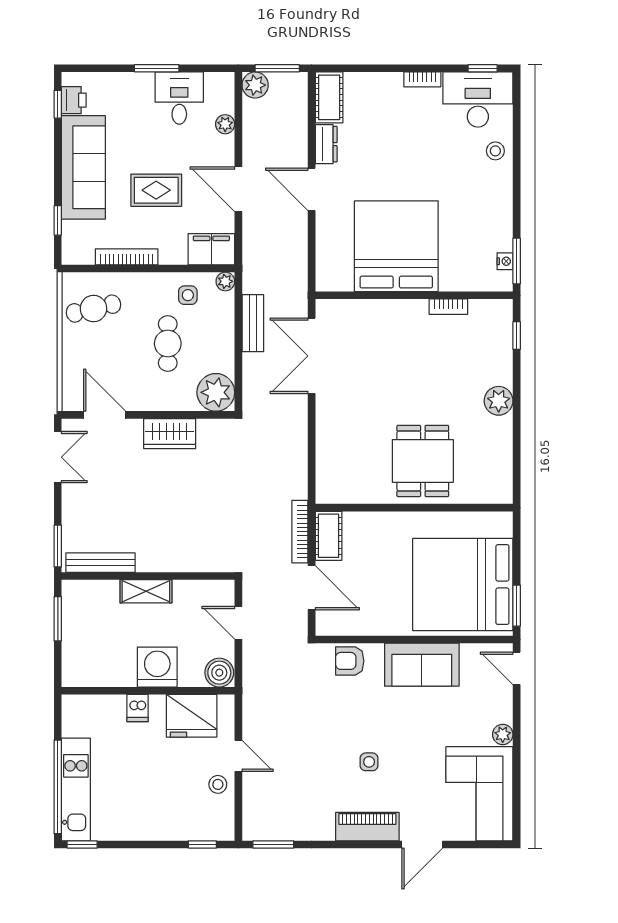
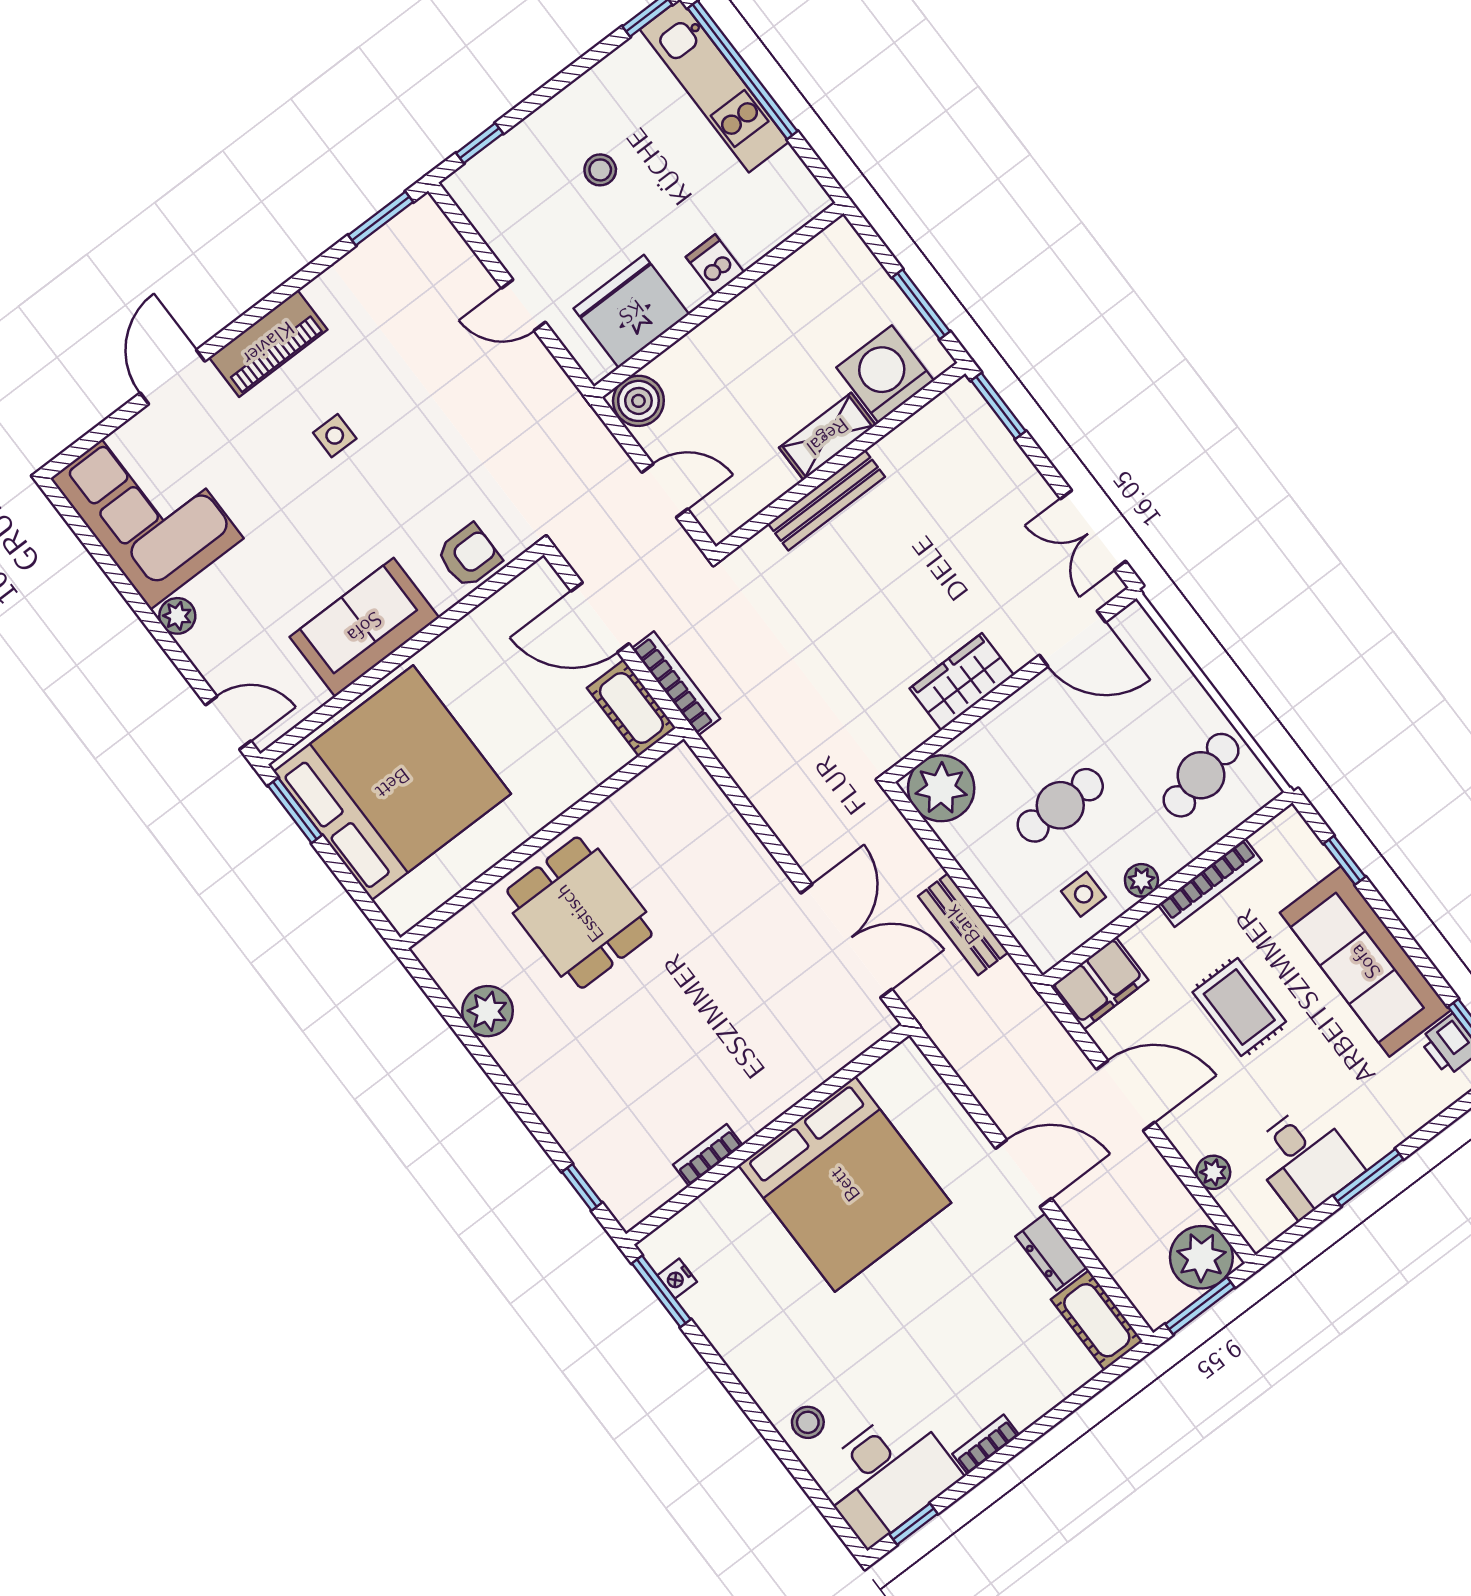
plant: (255, 85) -> (1201, 1257), width x1.36, depth x1.36
rug: (156, 190) -> (1239, 1007), turned 90
plant: (225, 281) -> (1141, 880), moved
cafe table: (168, 344) -> (1060, 805), turned 90
plant: (499, 401) -> (487, 1011), moved
bench: (101, 563) -> (826, 500), moved
washing machine: (157, 667) -> (885, 374), moved, turned 180
stool: (218, 784) -> (600, 170), moved

